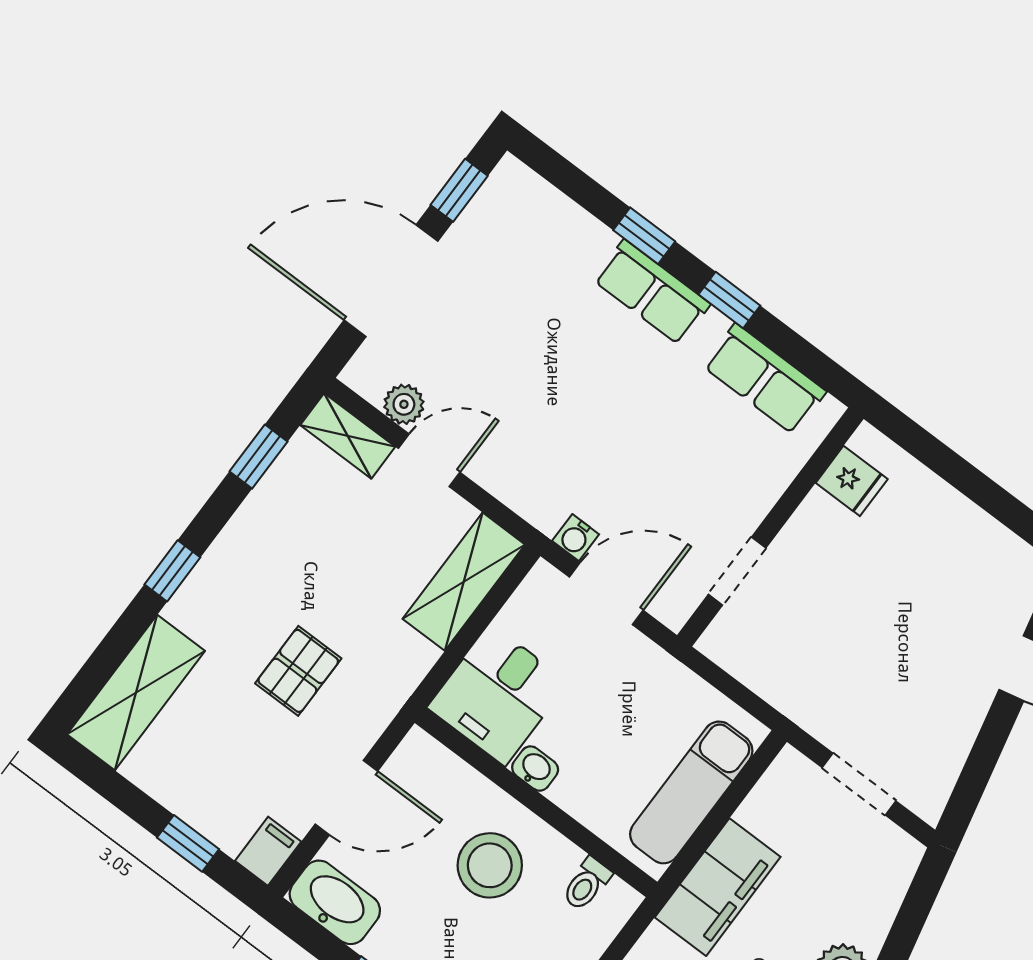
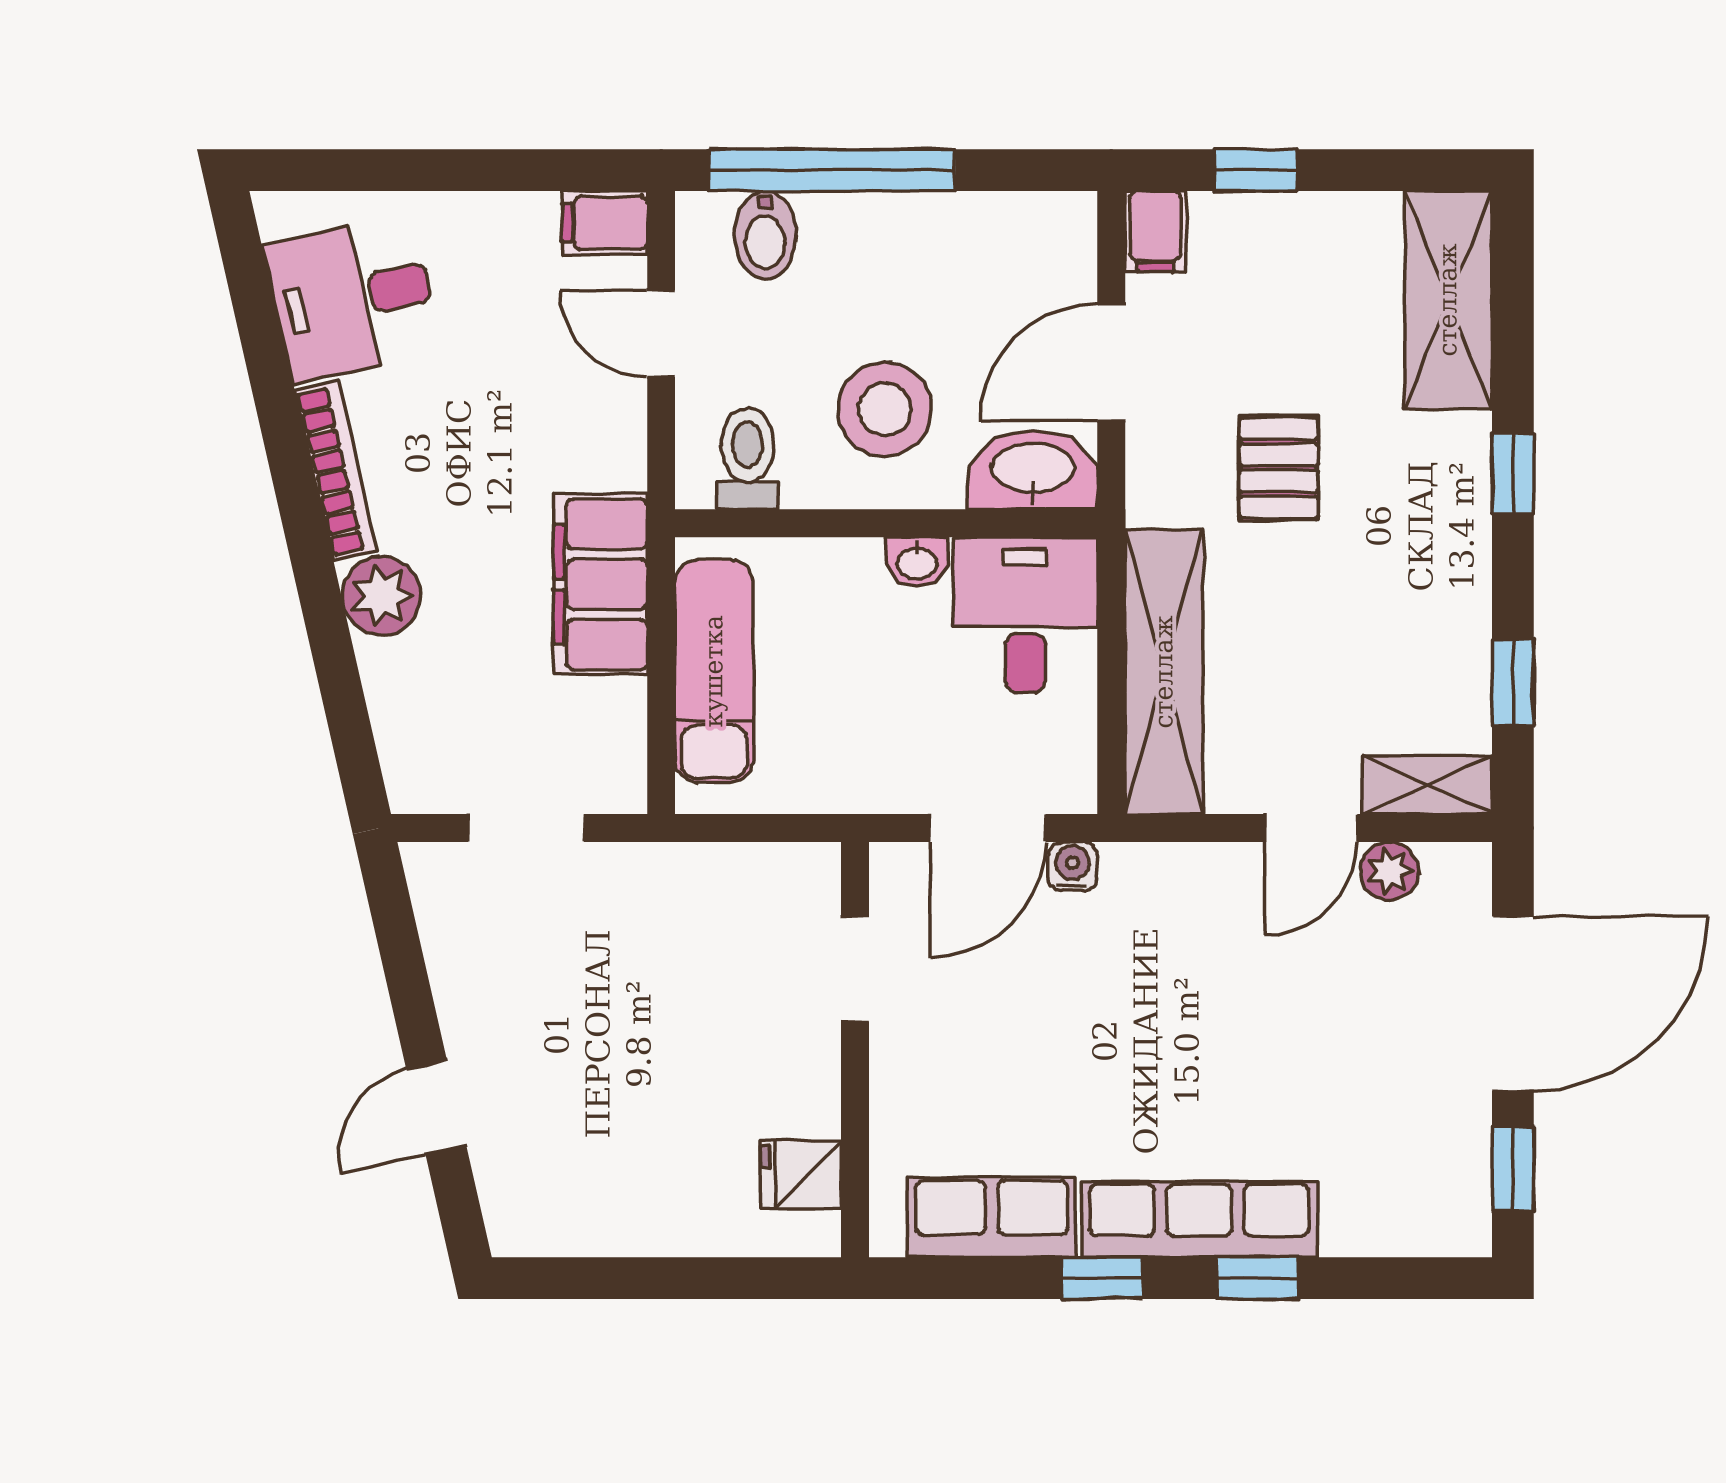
row of seats: (652, 292) -> (1199, 1219), width x1.48
shelving: (464, 582) -> (1164, 672), width x1.47
toilet: (587, 884) -> (747, 458), width x1.37, depth x1.39
washbasin: (335, 902) -> (1033, 470), moved, turned 180

